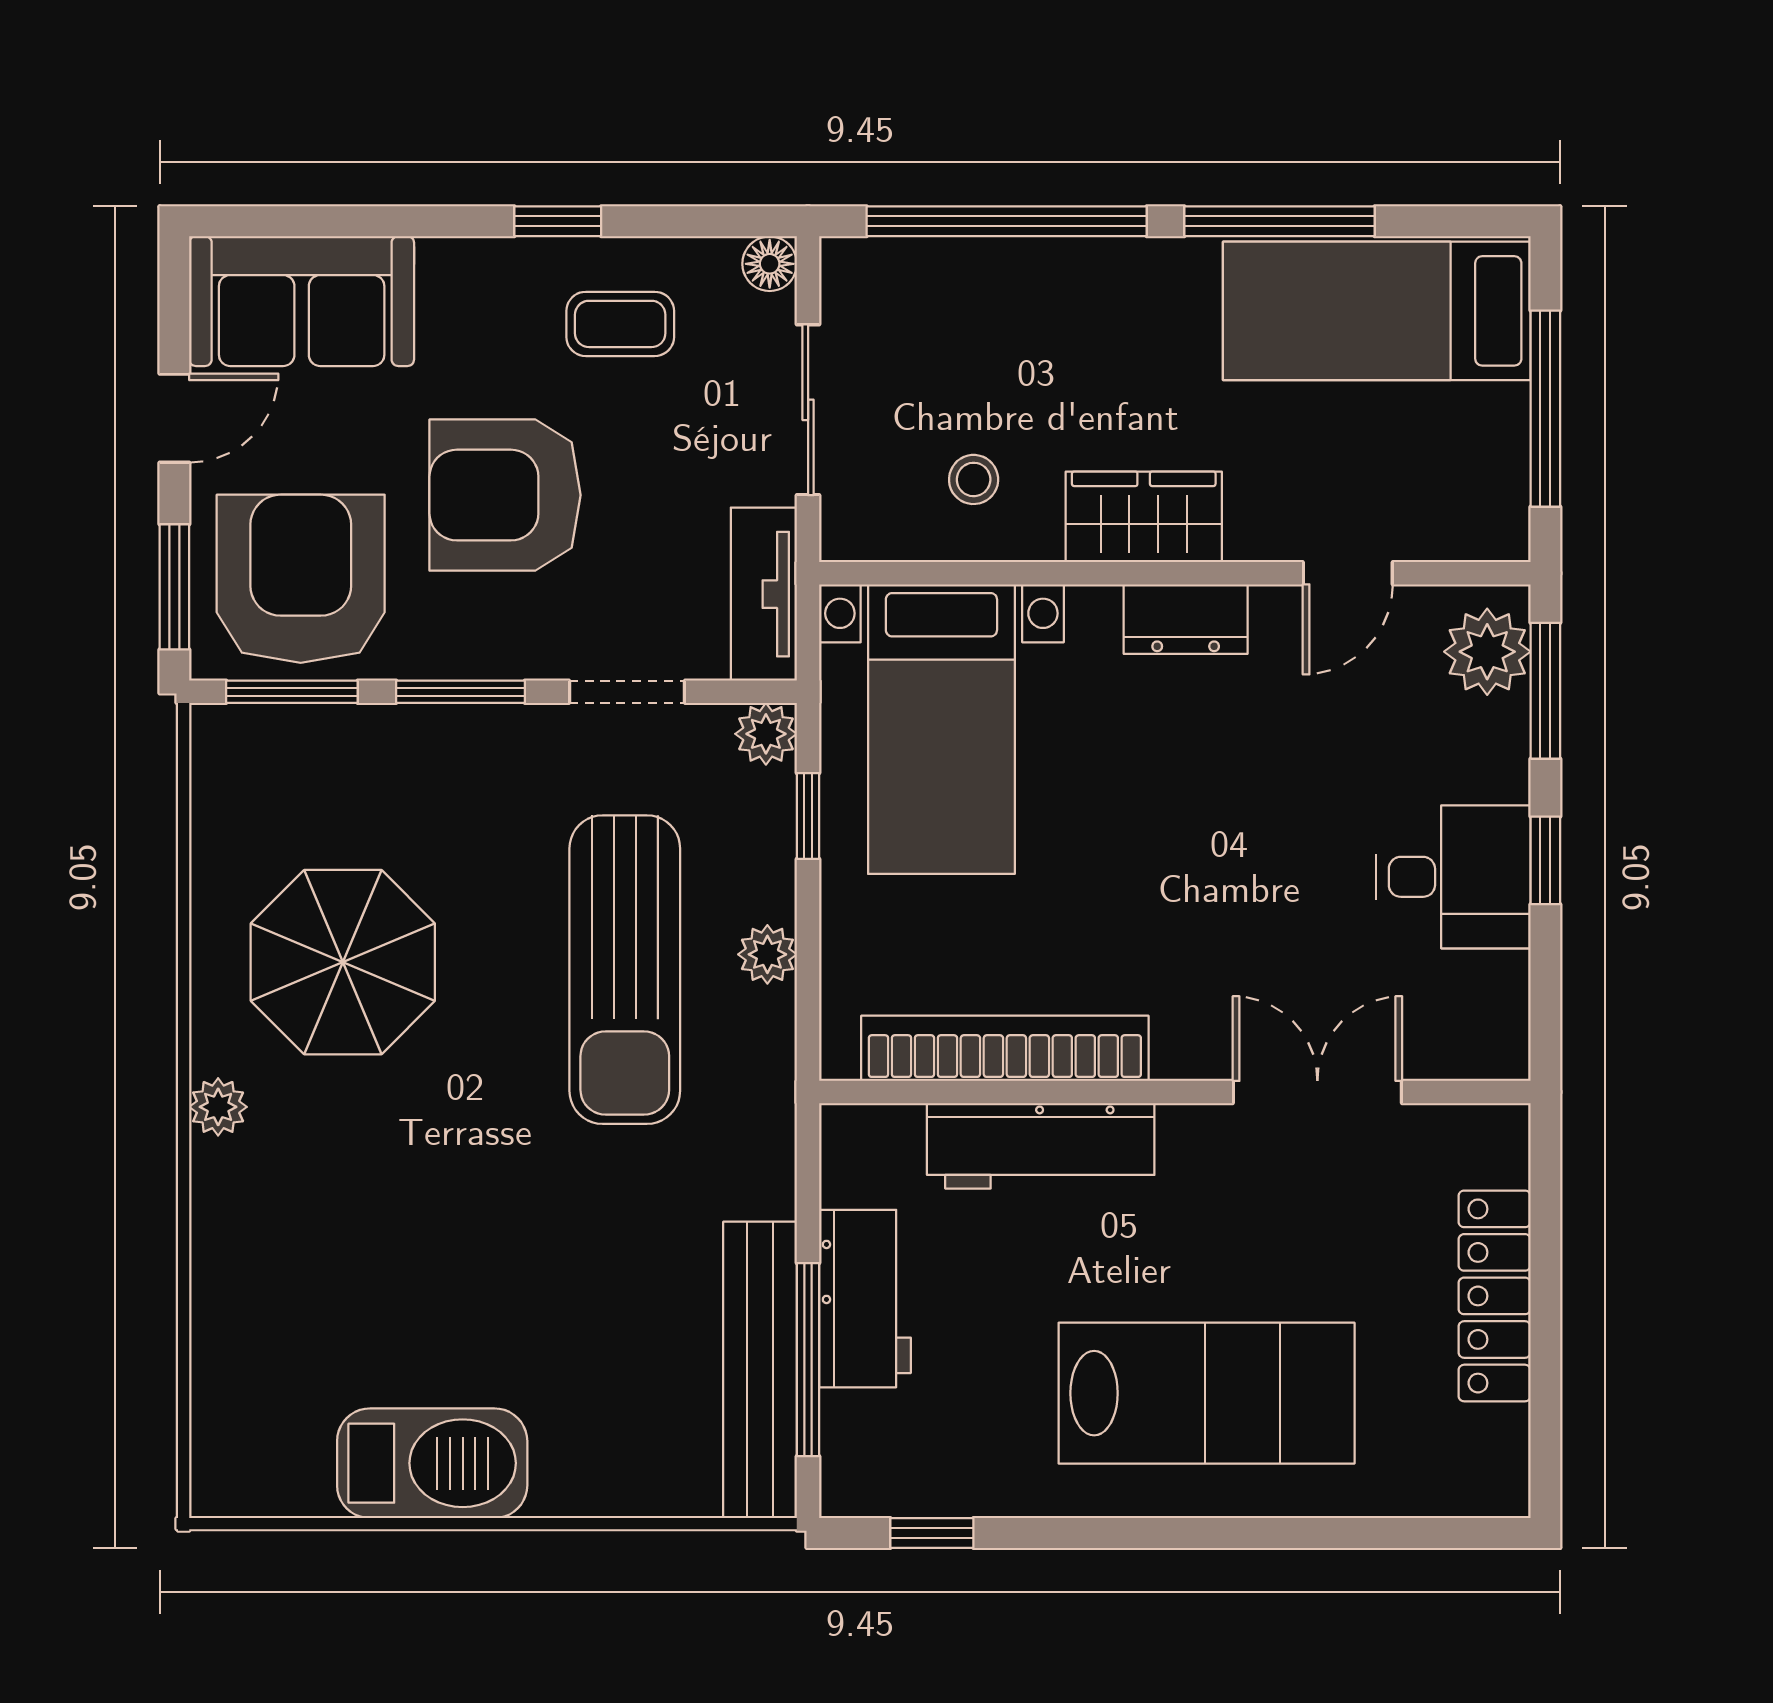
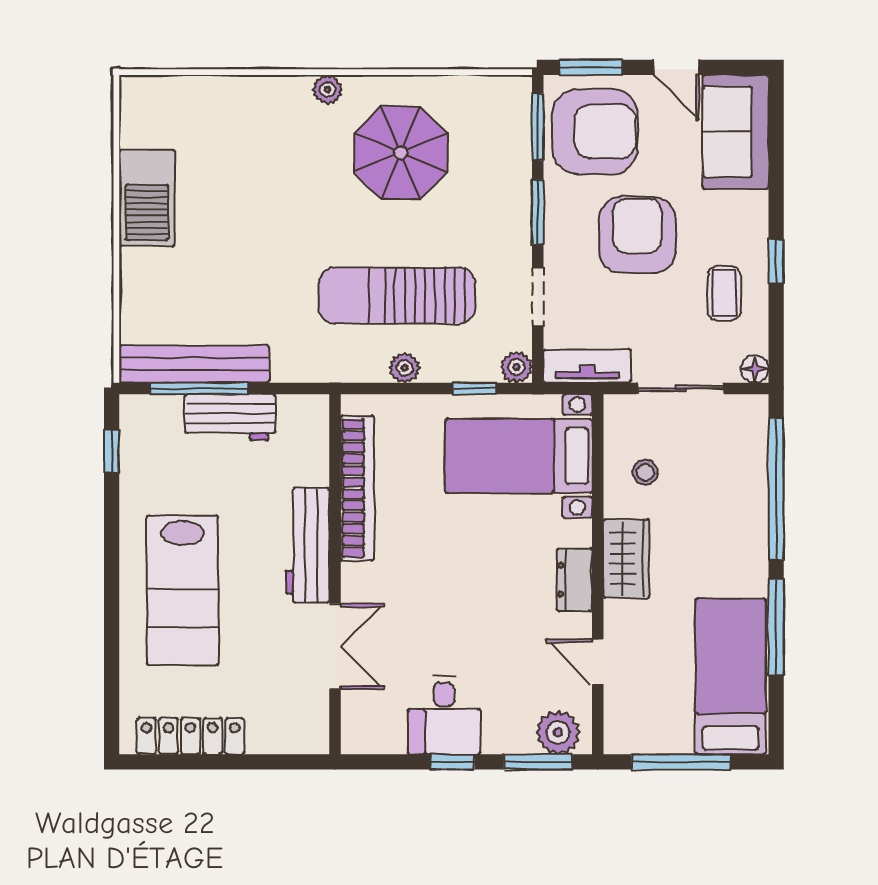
workbench: (1041, 1146) -> (308, 545), moved
locker: (1495, 1296) -> (191, 736), moved

